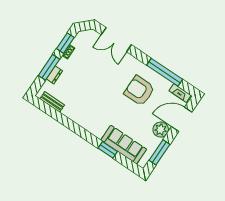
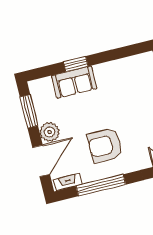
armchair: (139, 91) -> (105, 145), turned 180
sofa: (124, 145) -> (74, 82), width x0.73

